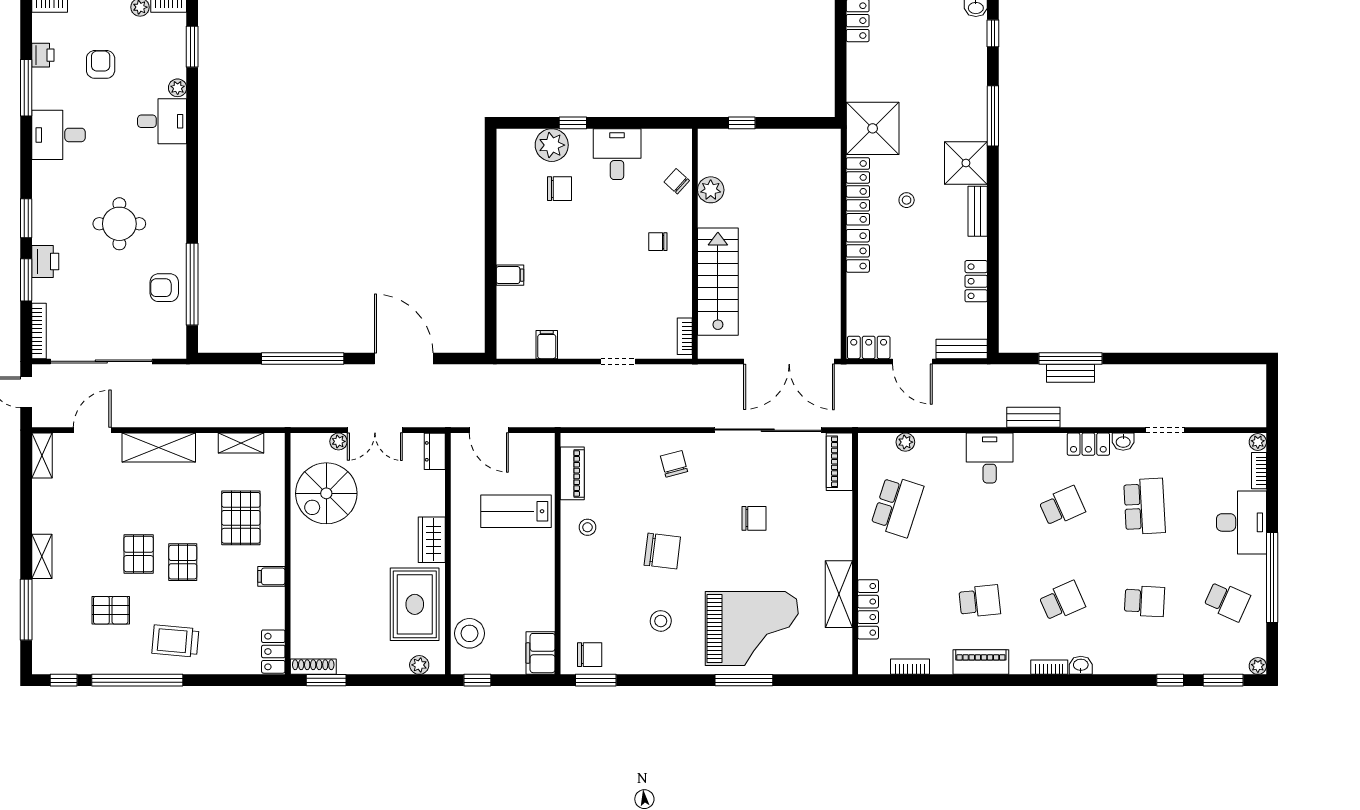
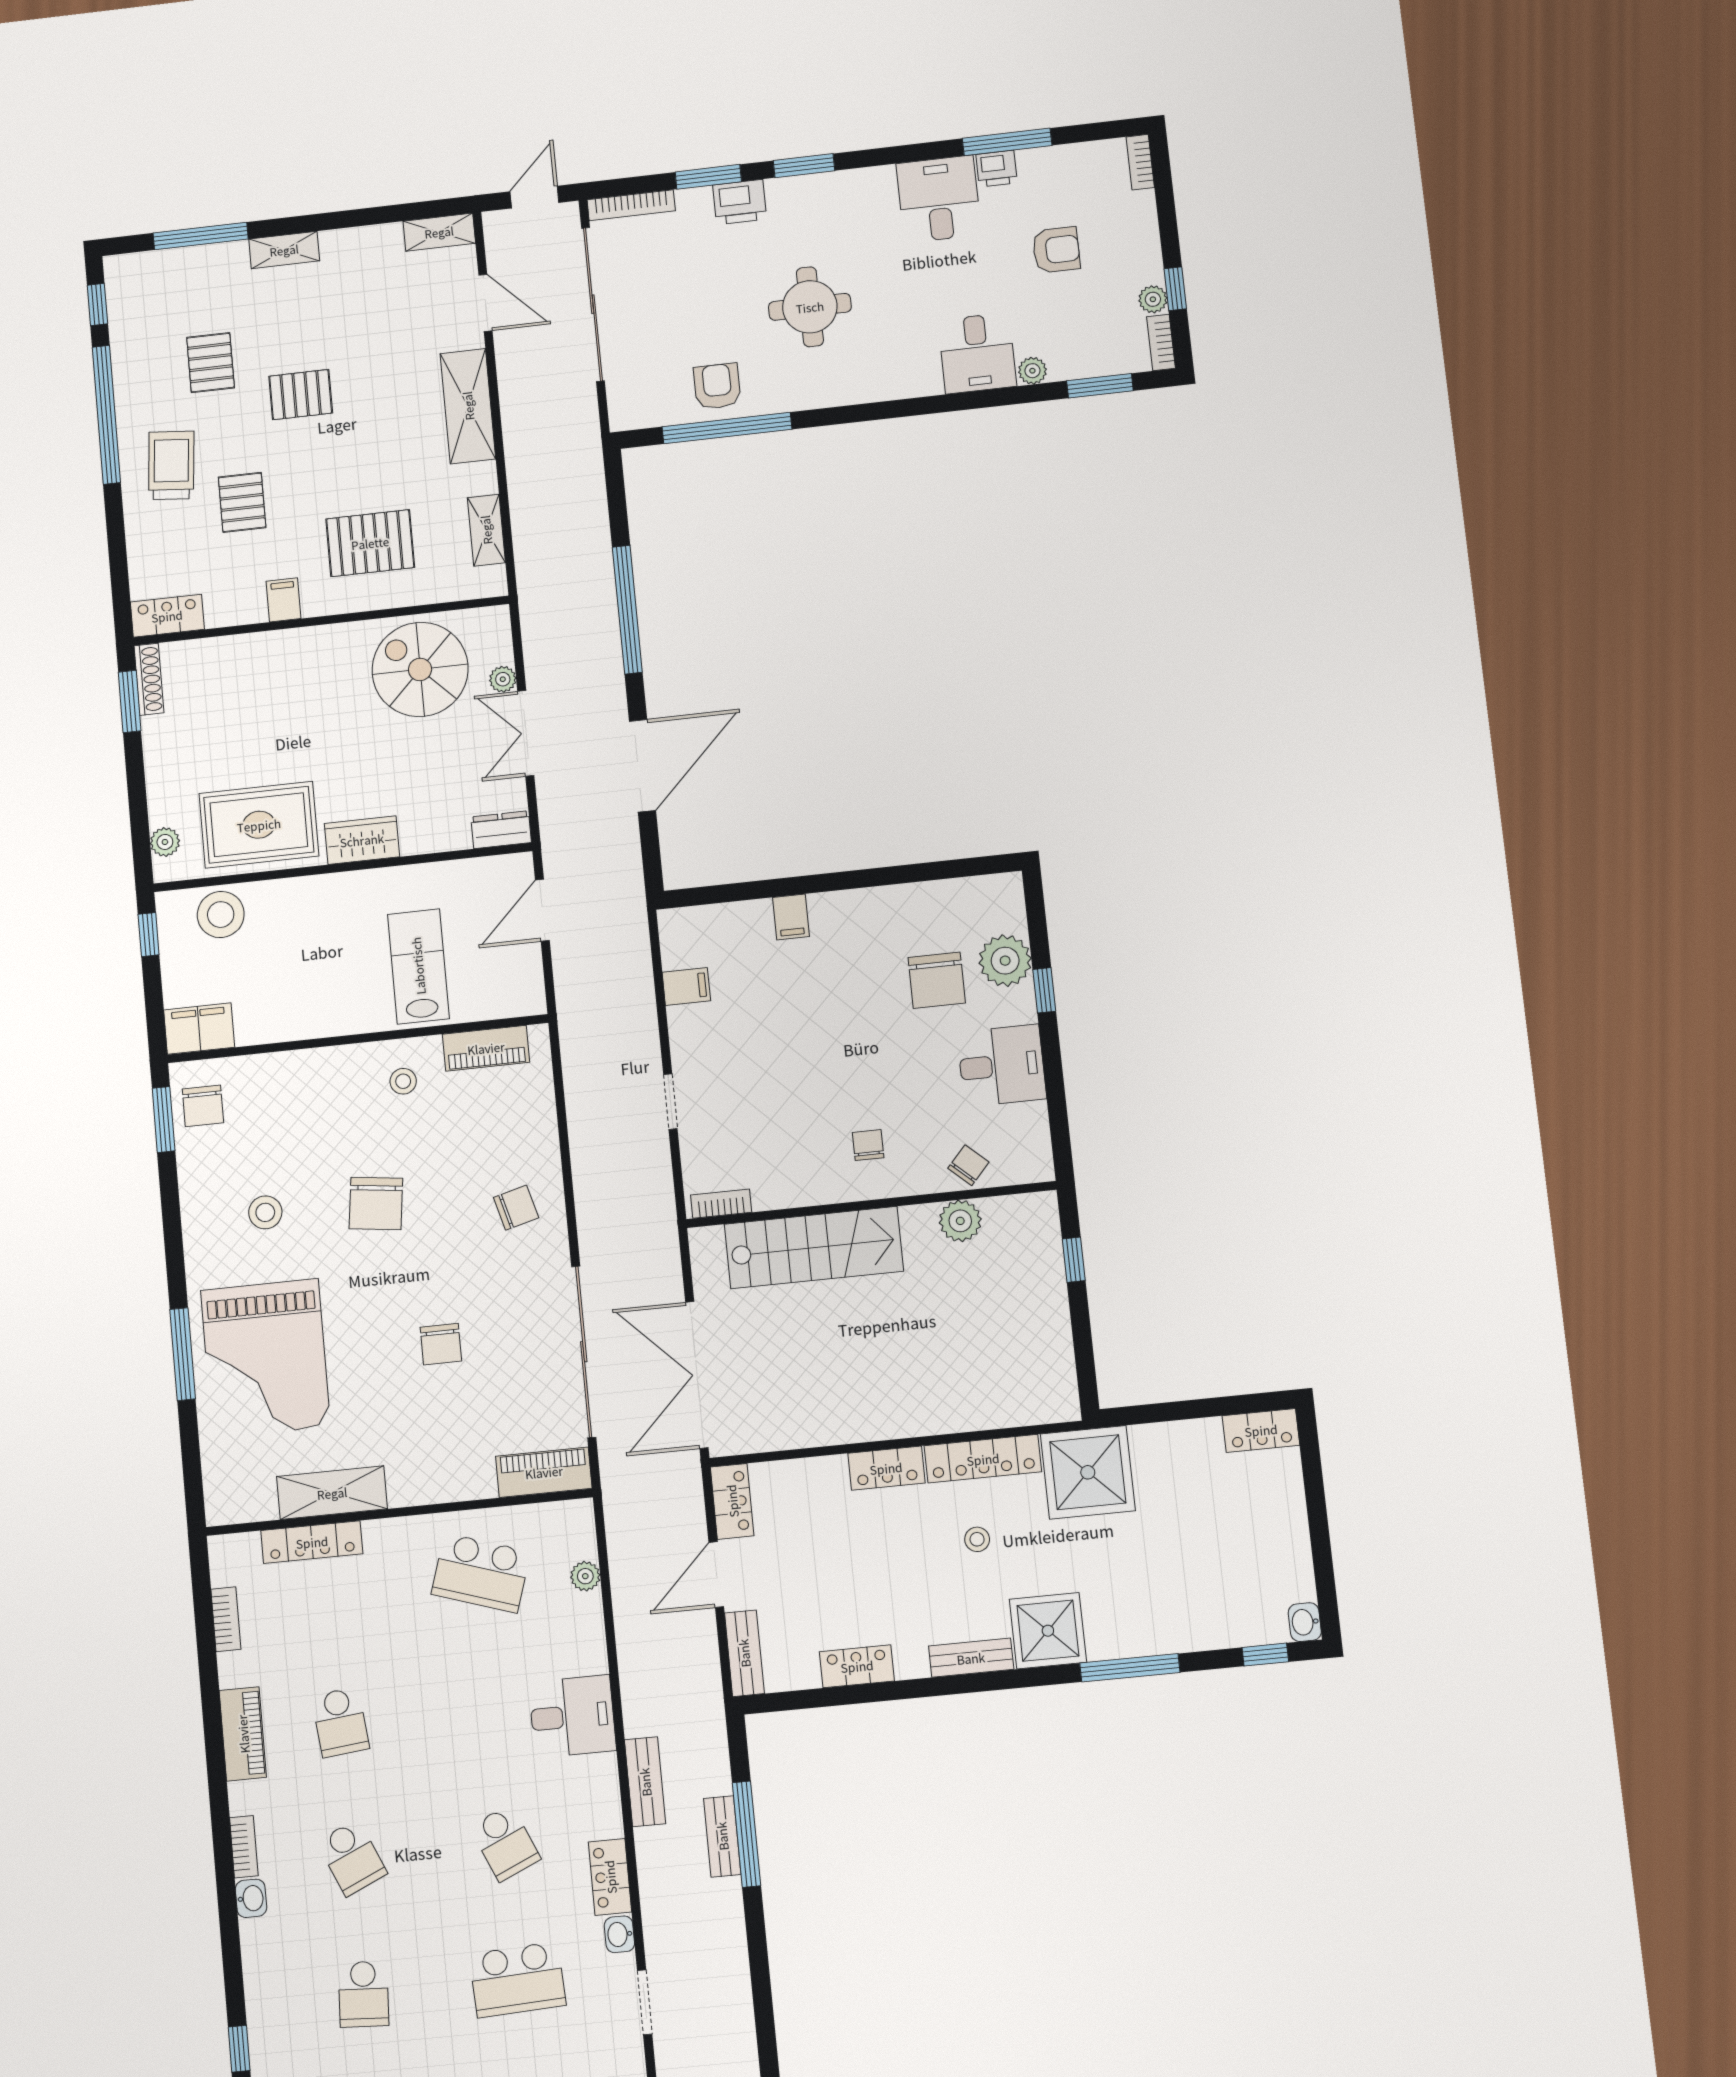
printer: (43, 55) -> (997, 169), moved
chair: (560, 189) -> (937, 980), width x1.37, depth x1.37
pallet: (183, 562) -> (242, 502), moved, turned 90

